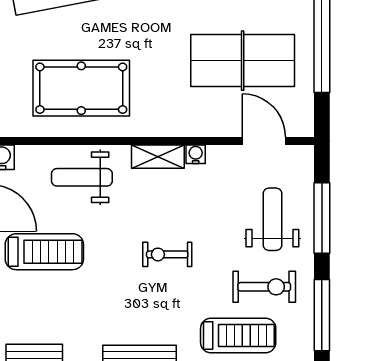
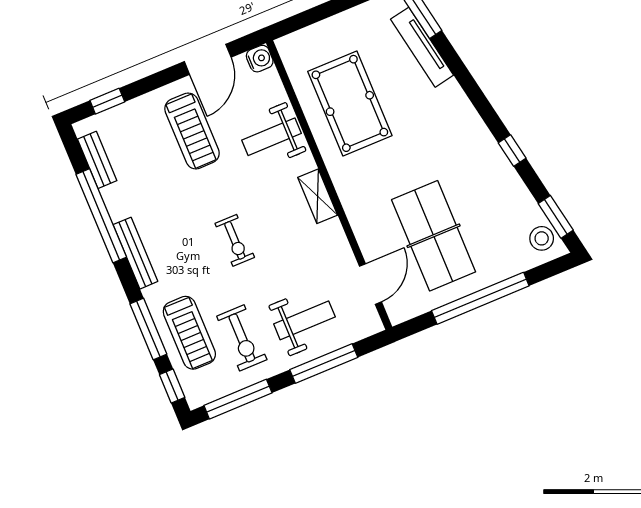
water cooler: (196, 154) -> (334, 229), removed
weight bench: (82, 177) -> (271, 137), turned -90
exercise bike: (167, 254) -> (235, 240), turned 180

